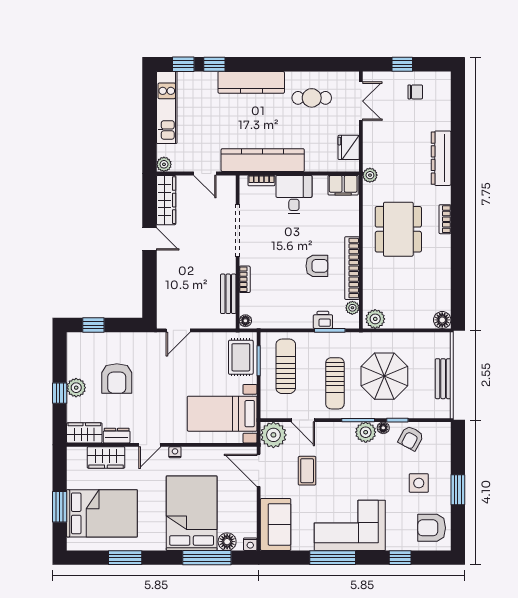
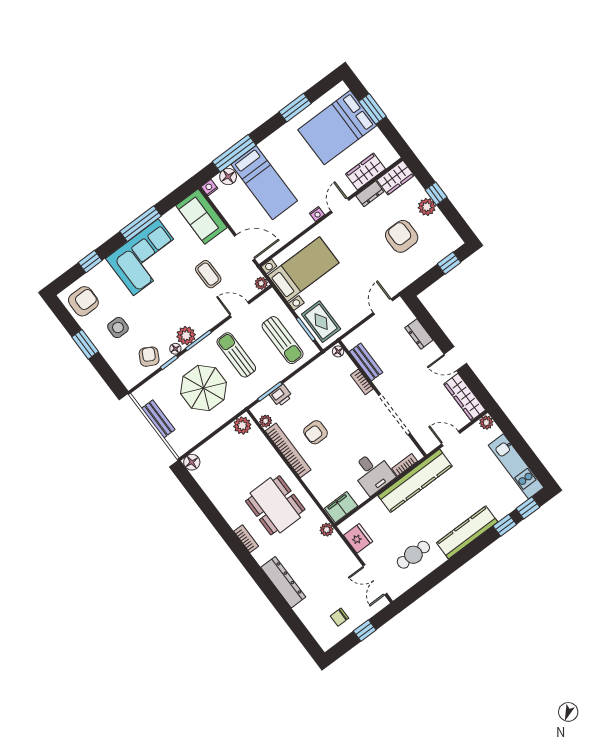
dresser: (165, 284) -> (419, 334), added
plant: (273, 435) -> (261, 283), width x0.53, depth x0.53
bed: (192, 513) -> (264, 183), width x0.67

